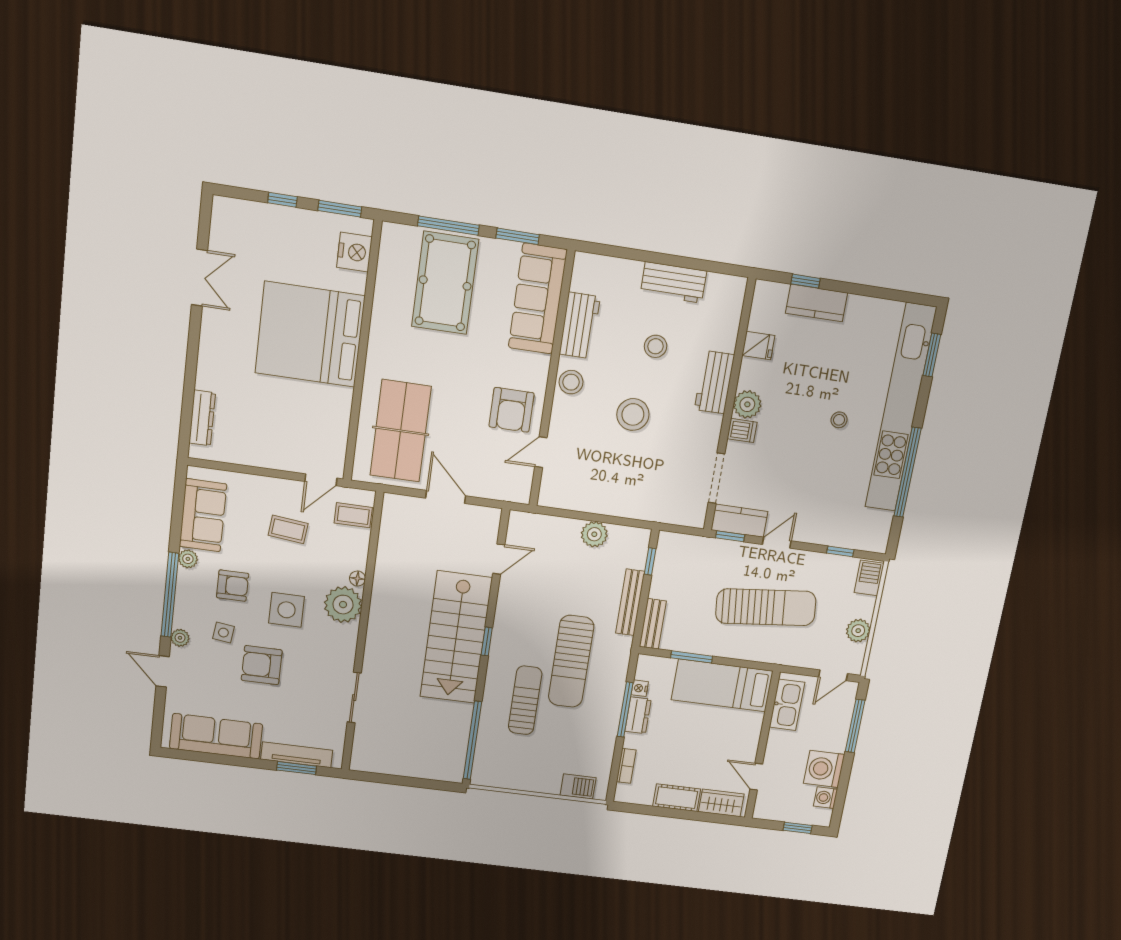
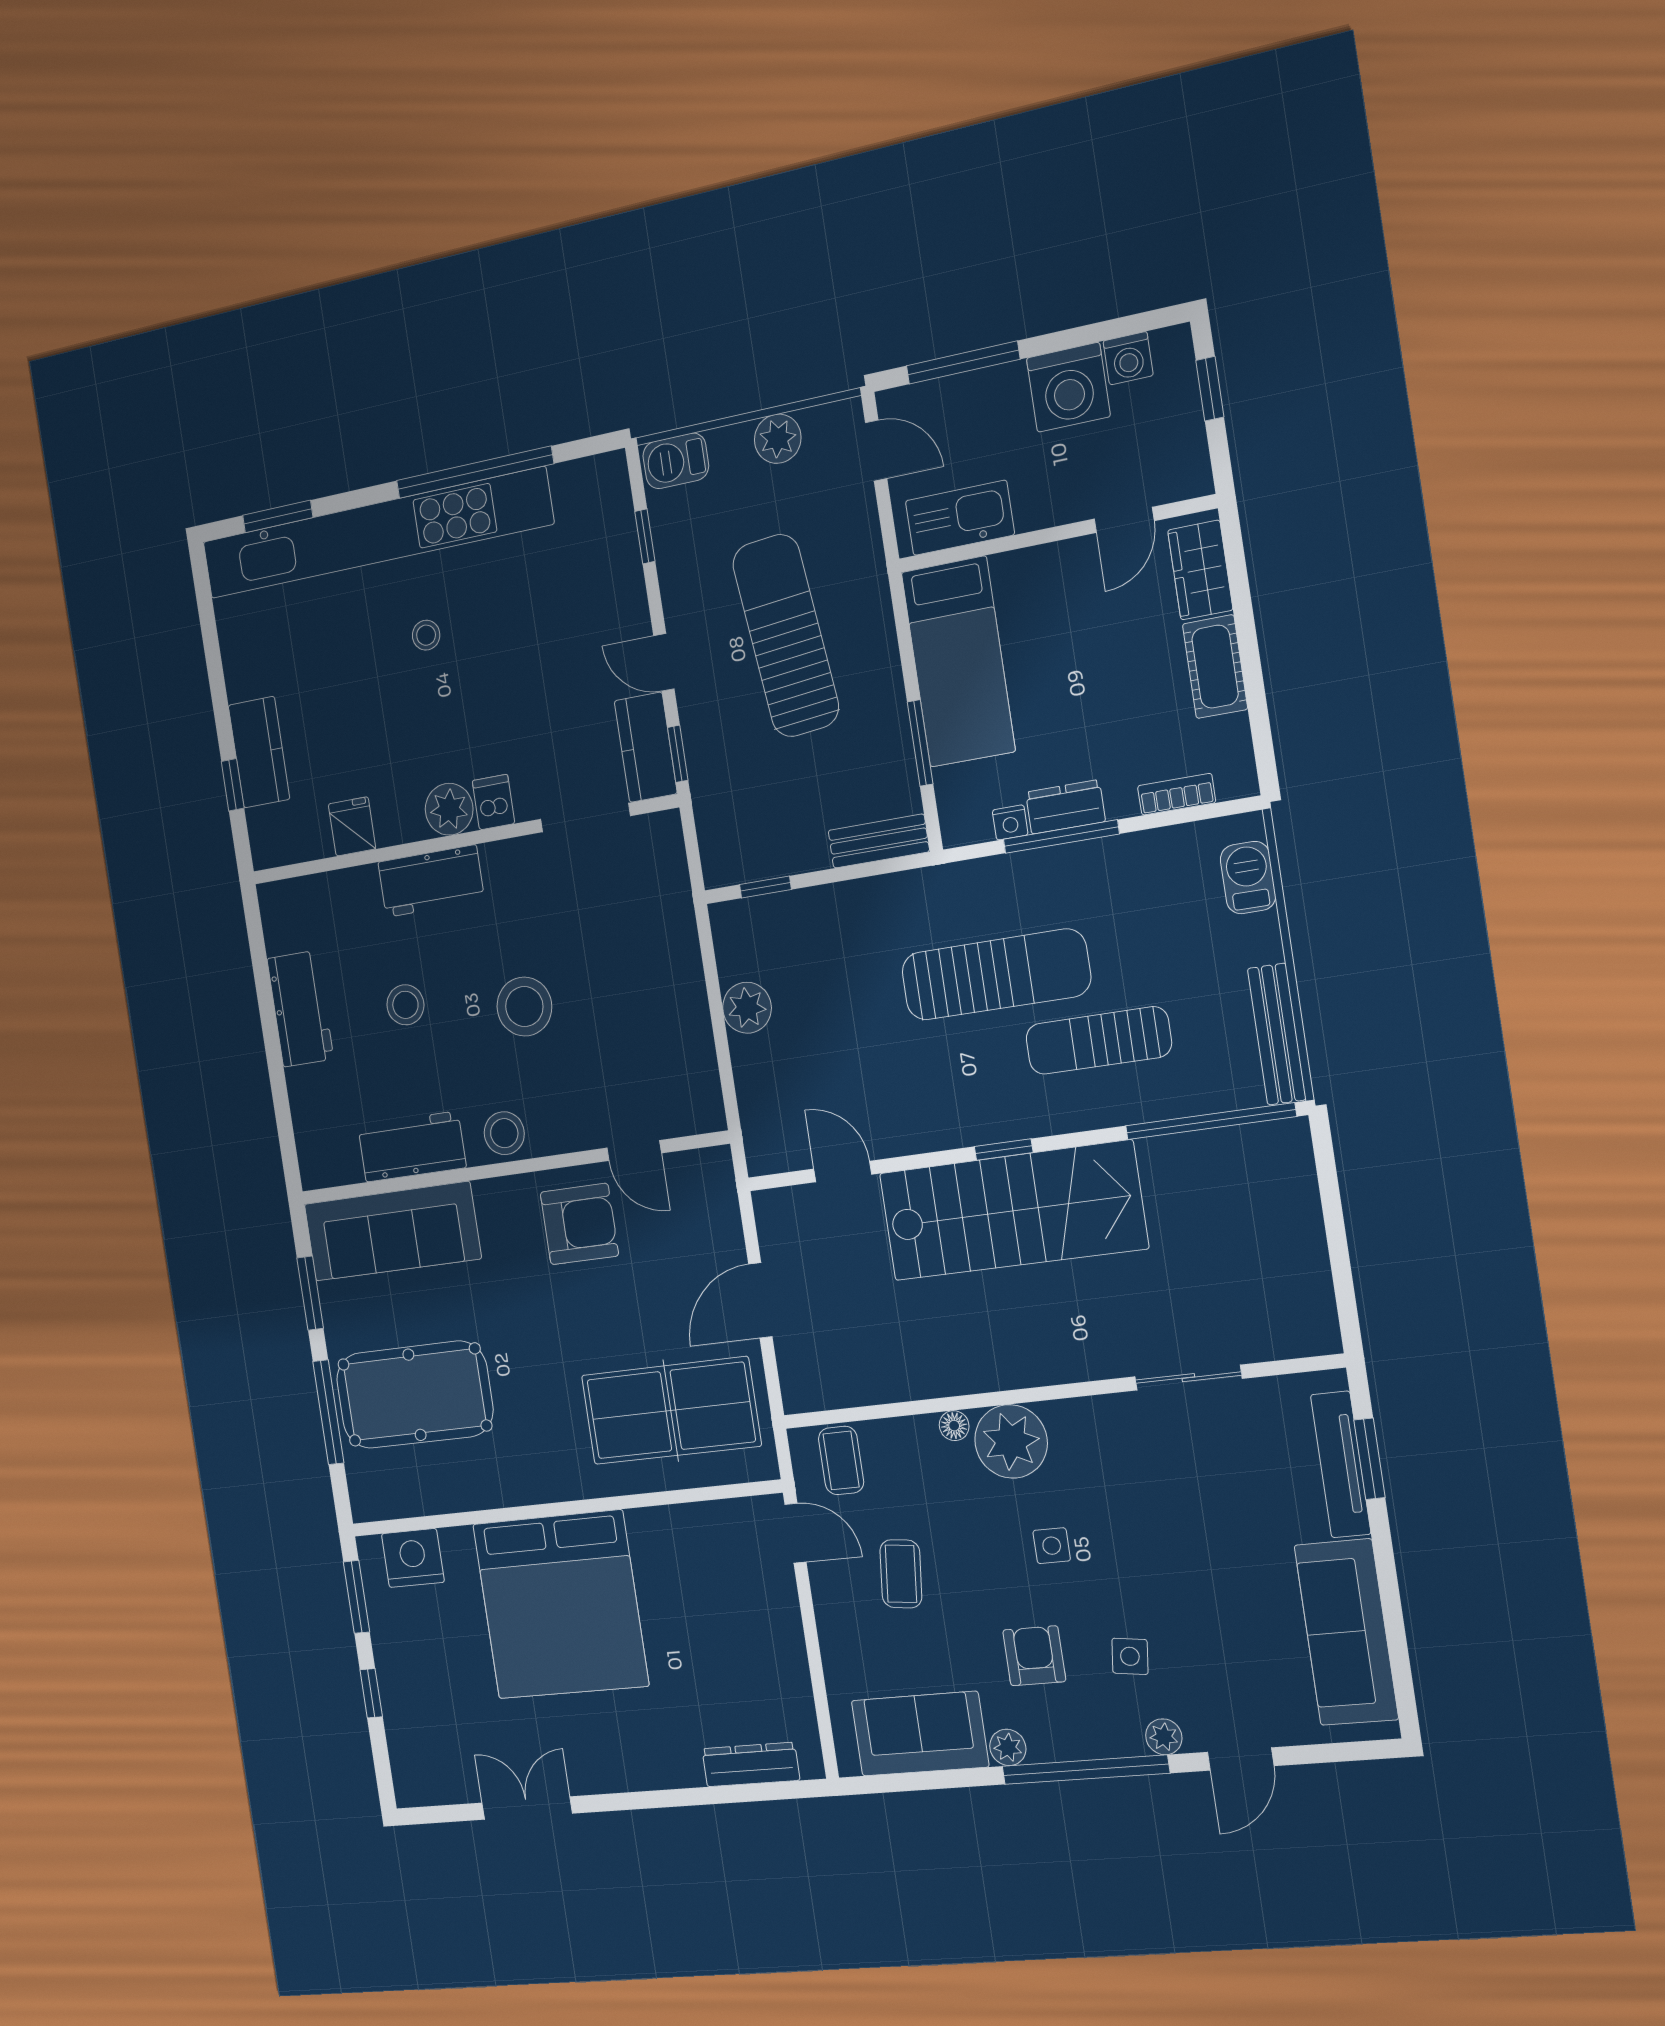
bench: (630, 602) -> (1277, 1034), moved, turned 90
side table: (287, 610) -> (1052, 1546), width x0.54, depth x0.54
armchair: (262, 665) -> (1174, 1571), removed

